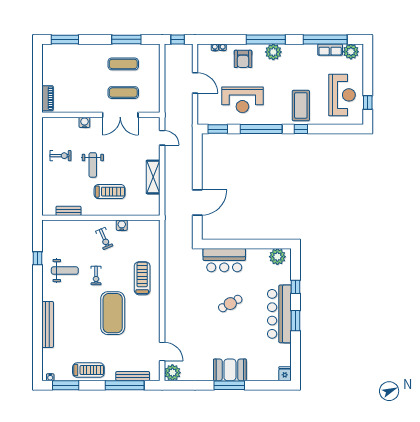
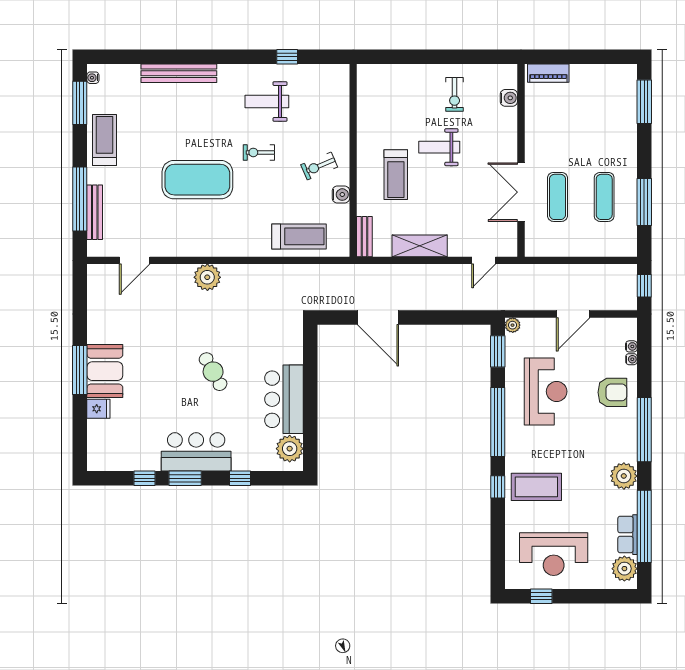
plant: (273, 52) -> (624, 476), moved
armchair: (243, 59) -> (612, 392), turned 180
reception desk: (242, 100) -> (546, 391), turned 180
plant: (202, 120) -> (513, 325), added
water cooler: (84, 122) -> (509, 98), moved
bench: (68, 211) -> (364, 237), moved
bar counter: (224, 260) -> (284, 399), moved
weight bench: (65, 271) -> (267, 101), turned 90
treadmill: (142, 278) -> (299, 236), moved
bar counter: (279, 314) -> (196, 452), width x0.73
window: (296, 346) -> (145, 478), added
treadmill: (88, 370) -> (105, 140), turned 180
plant: (172, 373) -> (207, 277), moved
fridge: (285, 374) -> (98, 409), moved

